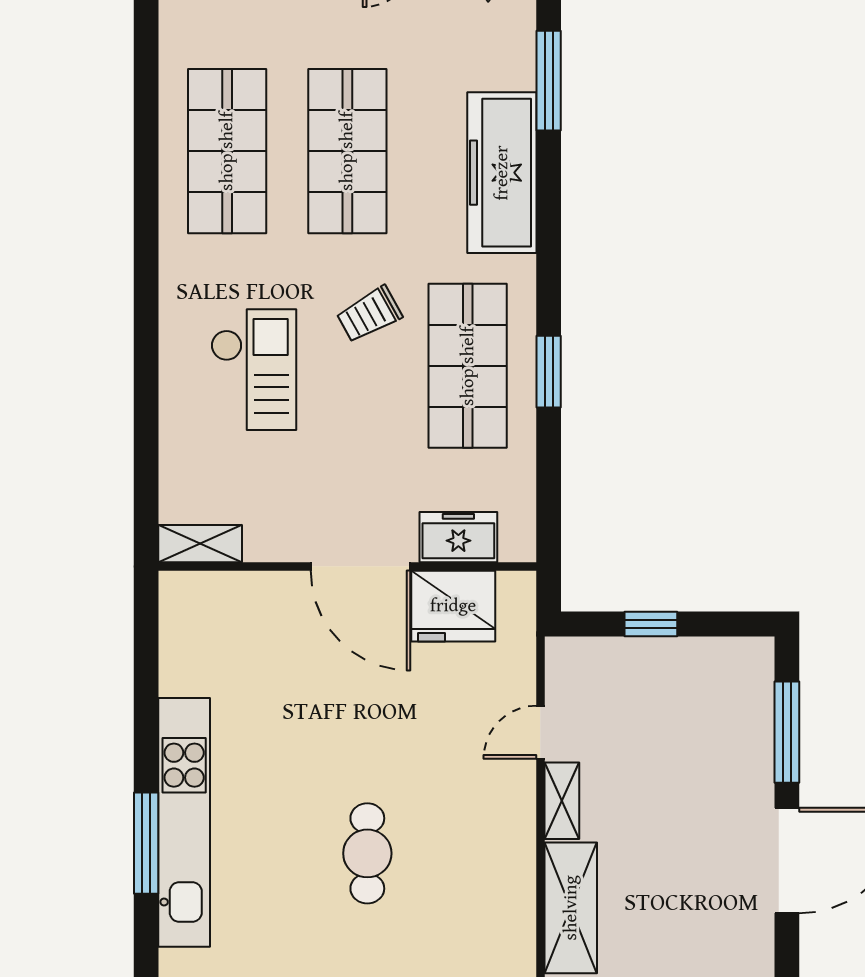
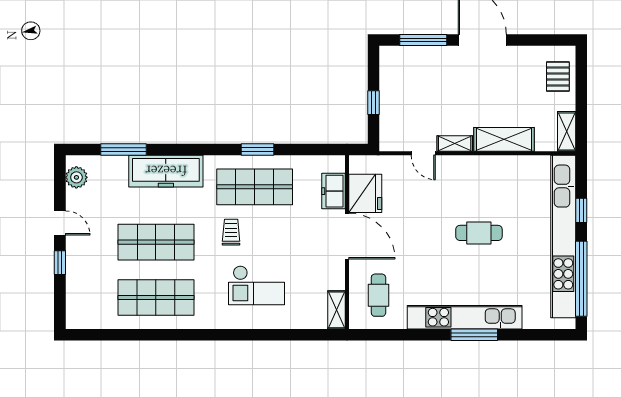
trolley: (369, 314) -> (231, 232), turned -151
checkout: (254, 370) -> (256, 285), turned 180
door: (360, 566) -> (347, 236), hinge flipped
cafe table: (232, 635) -> (378, 295), added

